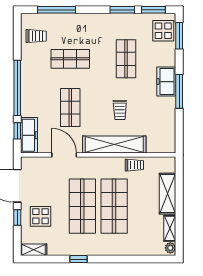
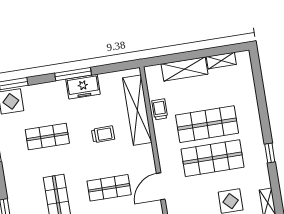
freezer: (166, 82) -> (83, 87), moved
shelving: (114, 145) -> (137, 110), moved
plant: (170, 248) -> (242, 57), removed

